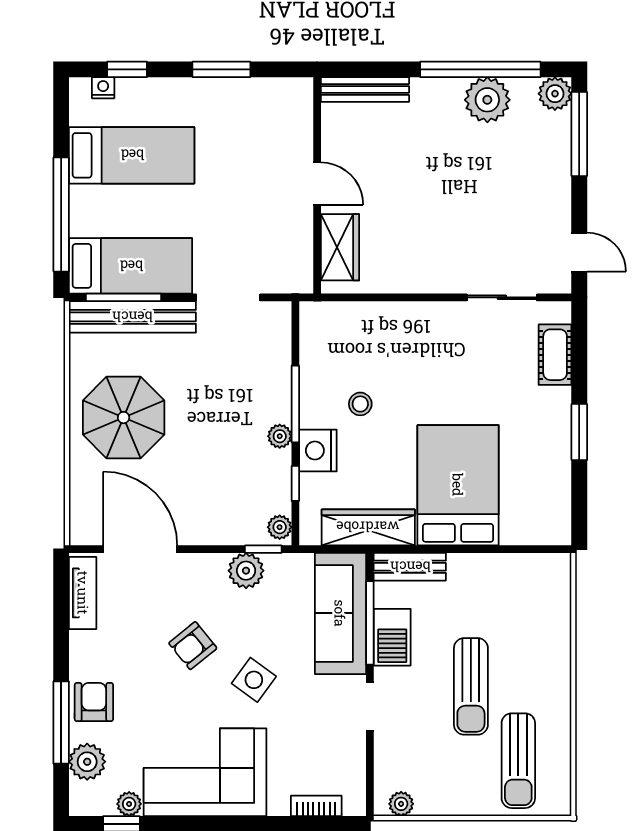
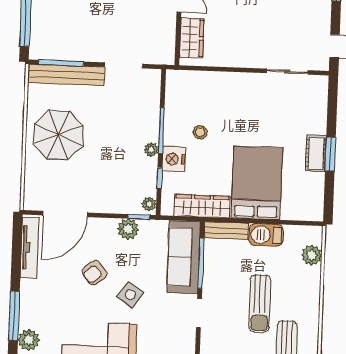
bed: (131, 266) -> (66, 44), removed
cot: (555, 355) -> (316, 153), moved
door: (140, 549) -> (65, 214), swing flipped
tv unit: (83, 593) -> (30, 248), width x1.41
plant: (554, 602) -> (312, 255), added
barbecue: (392, 637) -> (266, 235), moved, turned 90
armchair: (94, 702) -> (34, 304), removed

